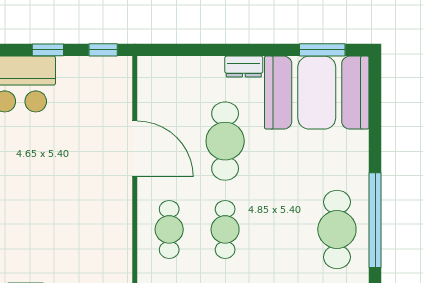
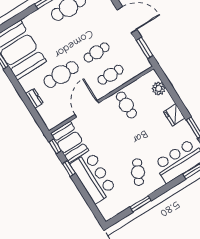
dresser: (244, 67) -> (34, 98), moved
booth: (94, 81) -> (70, 142), added
cafe table: (97, 224) -> (126, 105), added

